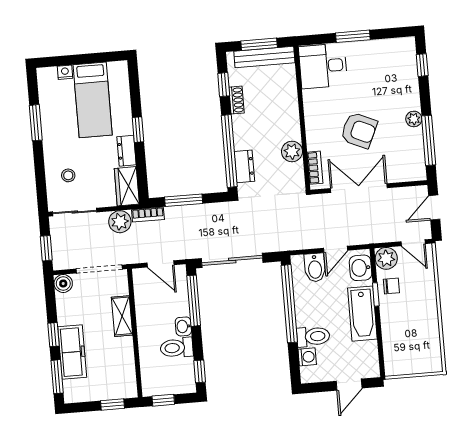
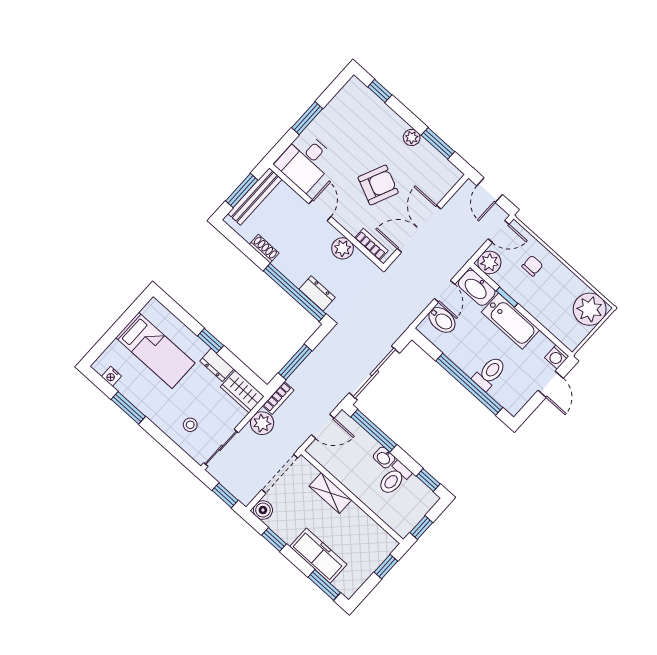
nightstand: (65, 72) -> (111, 376), moved, turned -90
window: (224, 85) -> (243, 246), removed
door: (301, 110) -> (320, 210), added
window: (429, 140) -> (438, 143), width x0.69
washbasin: (361, 268) -> (477, 288), width x1.38
chair: (391, 286) -> (532, 266), moved
window: (289, 304) -> (469, 384), moved
window: (54, 335) -> (274, 540), moved
washing machine: (307, 357) -> (557, 357), moved, turned 180
plant: (426, 357) -> (590, 309), added

